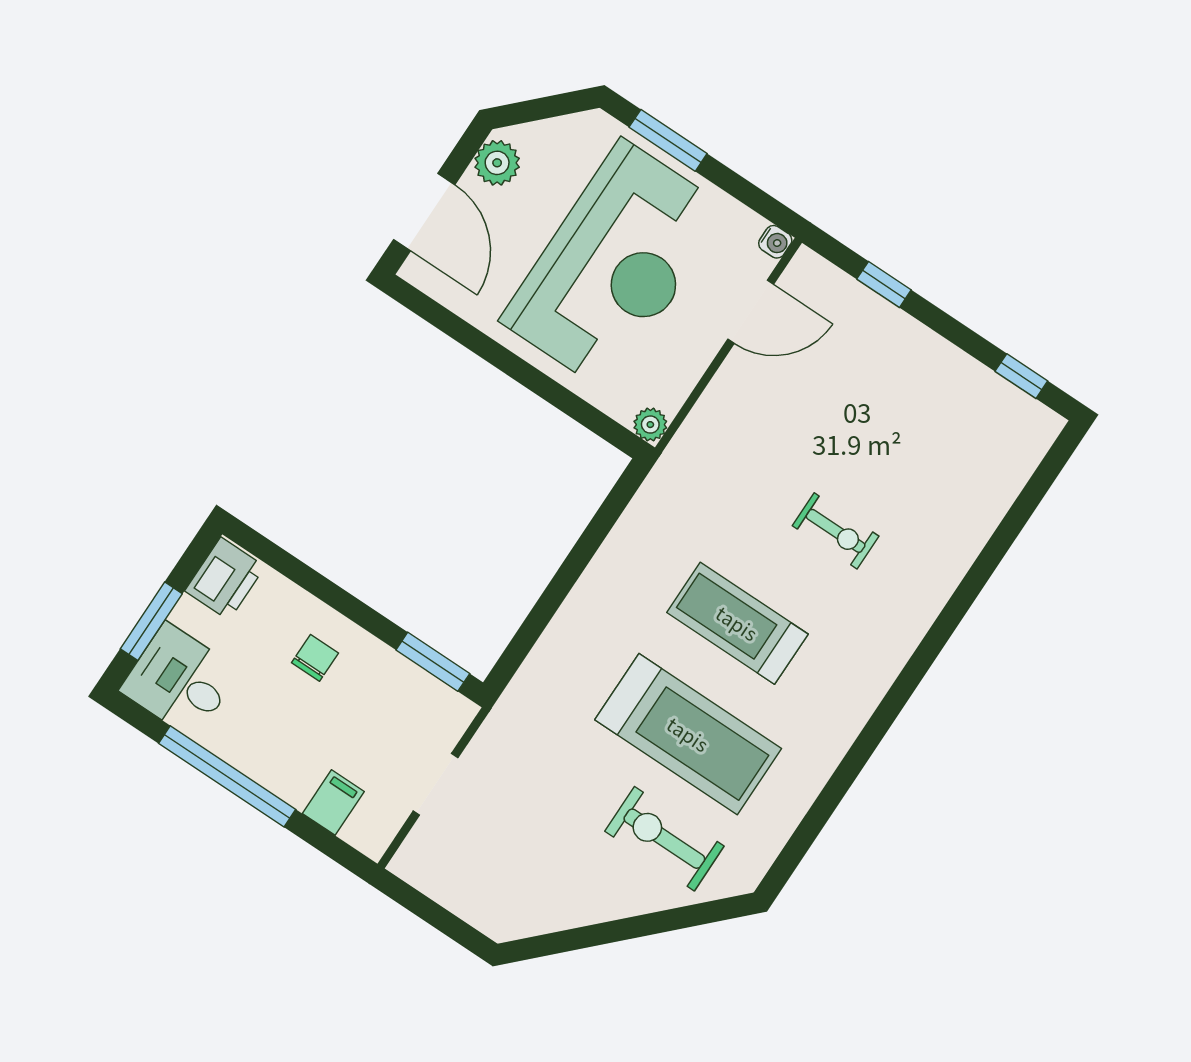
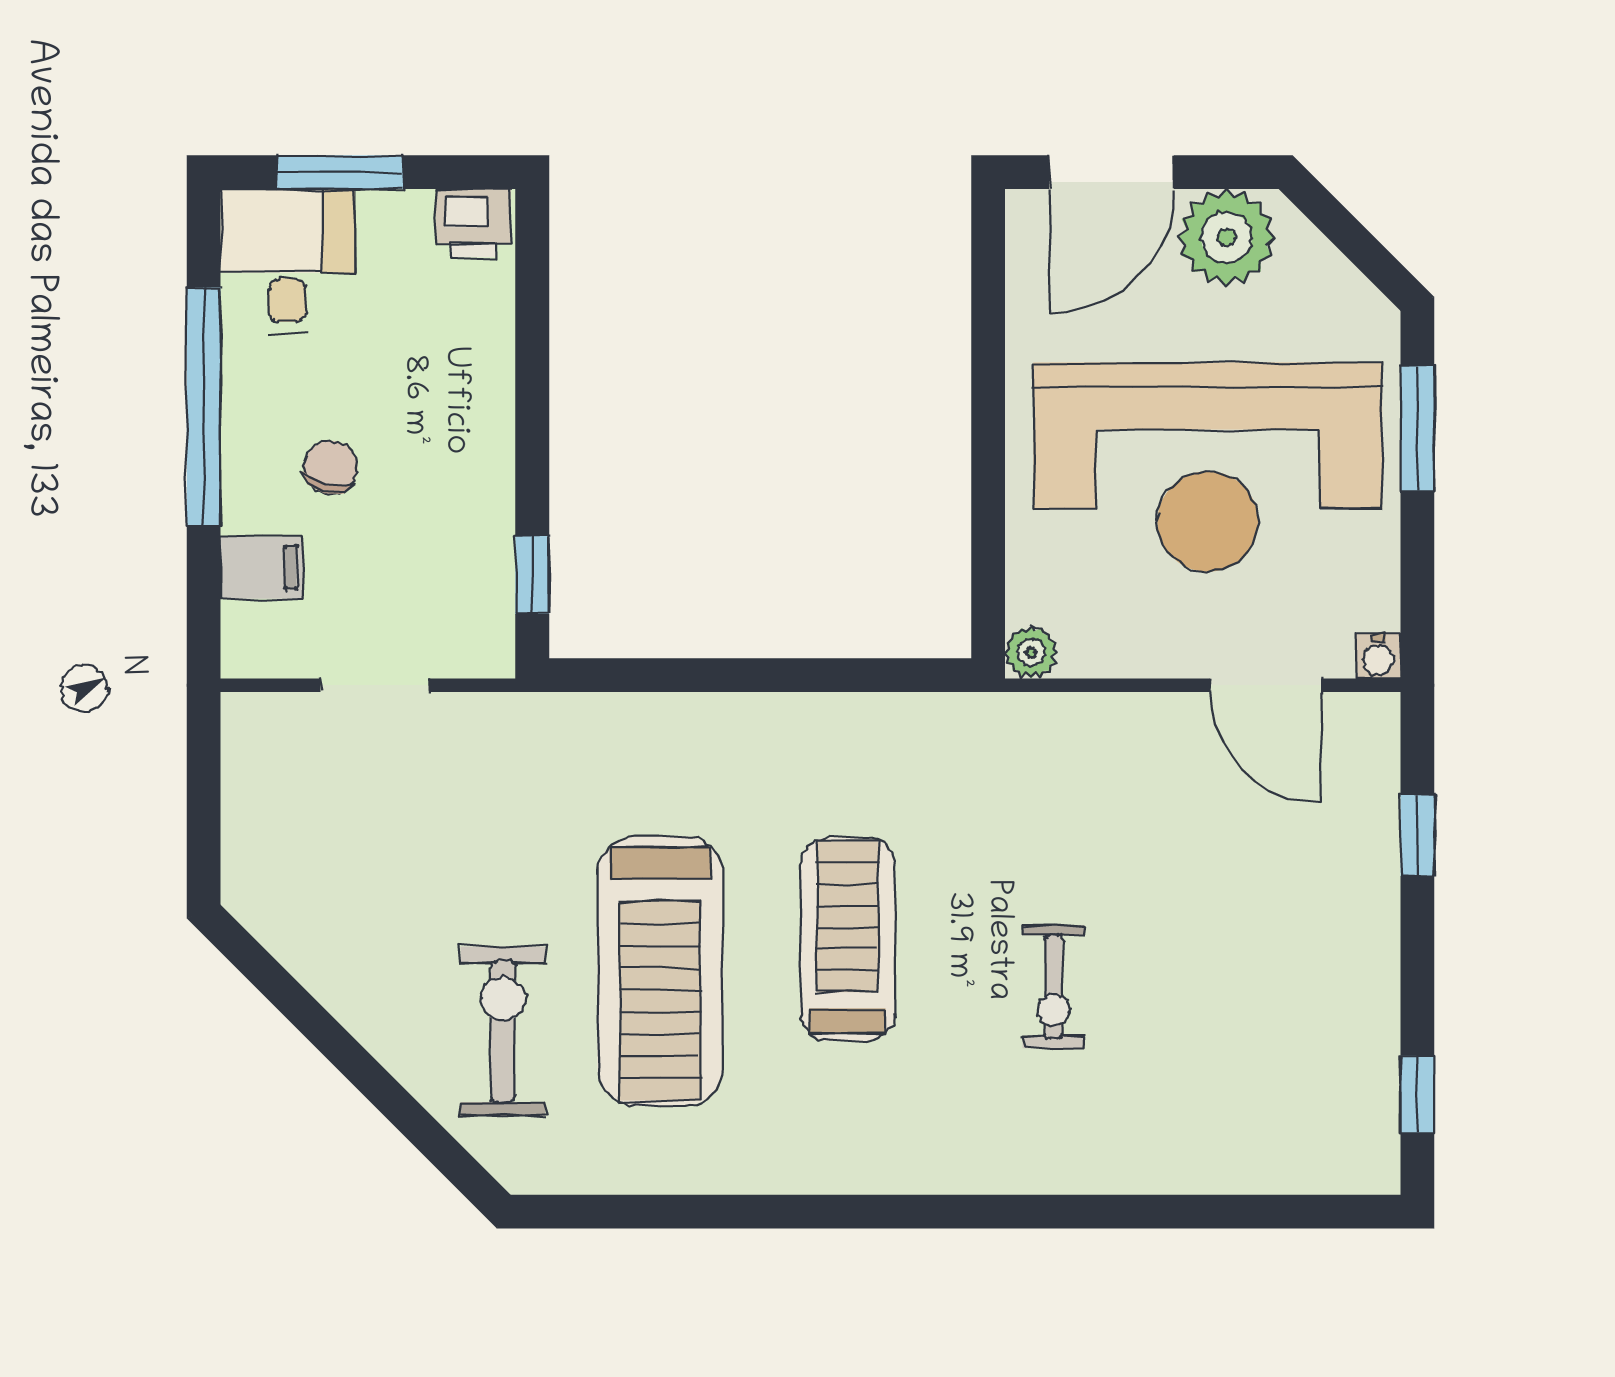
plant: (497, 163) -> (1226, 237), width x1.36, depth x1.36
printer: (225, 579) -> (473, 223), width x0.73, depth x0.81
chair: (315, 658) -> (331, 467), moved, turned -75
window: (433, 662) -> (532, 575), width x0.67

